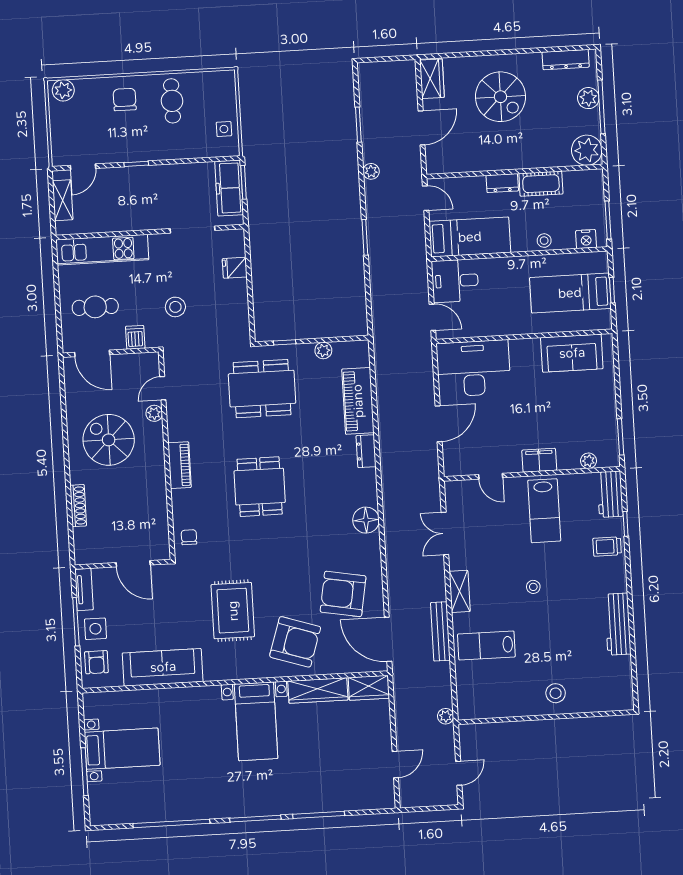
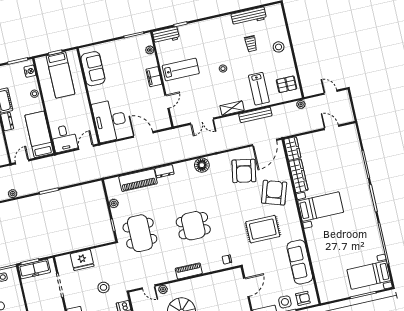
fridge: (235, 268) -> (82, 260), width x1.88, depth x1.34
trolley: (607, 547) -> (251, 44), moved
workbench: (618, 624) -> (249, 16), moved
pallet: (486, 696) -> (287, 84), added
bed with nightstands: (122, 749) -> (369, 275), moved, turned -90

